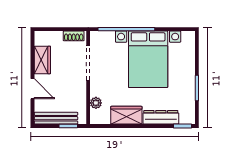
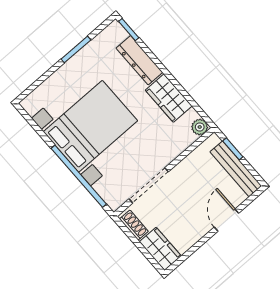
wardrobe: (42, 60) -> (160, 249), moved, turned 90
plant: (96, 103) -> (200, 127), moved

